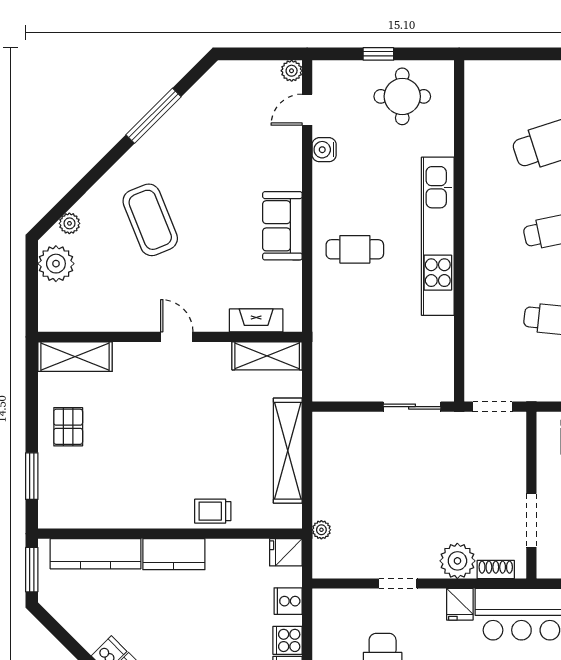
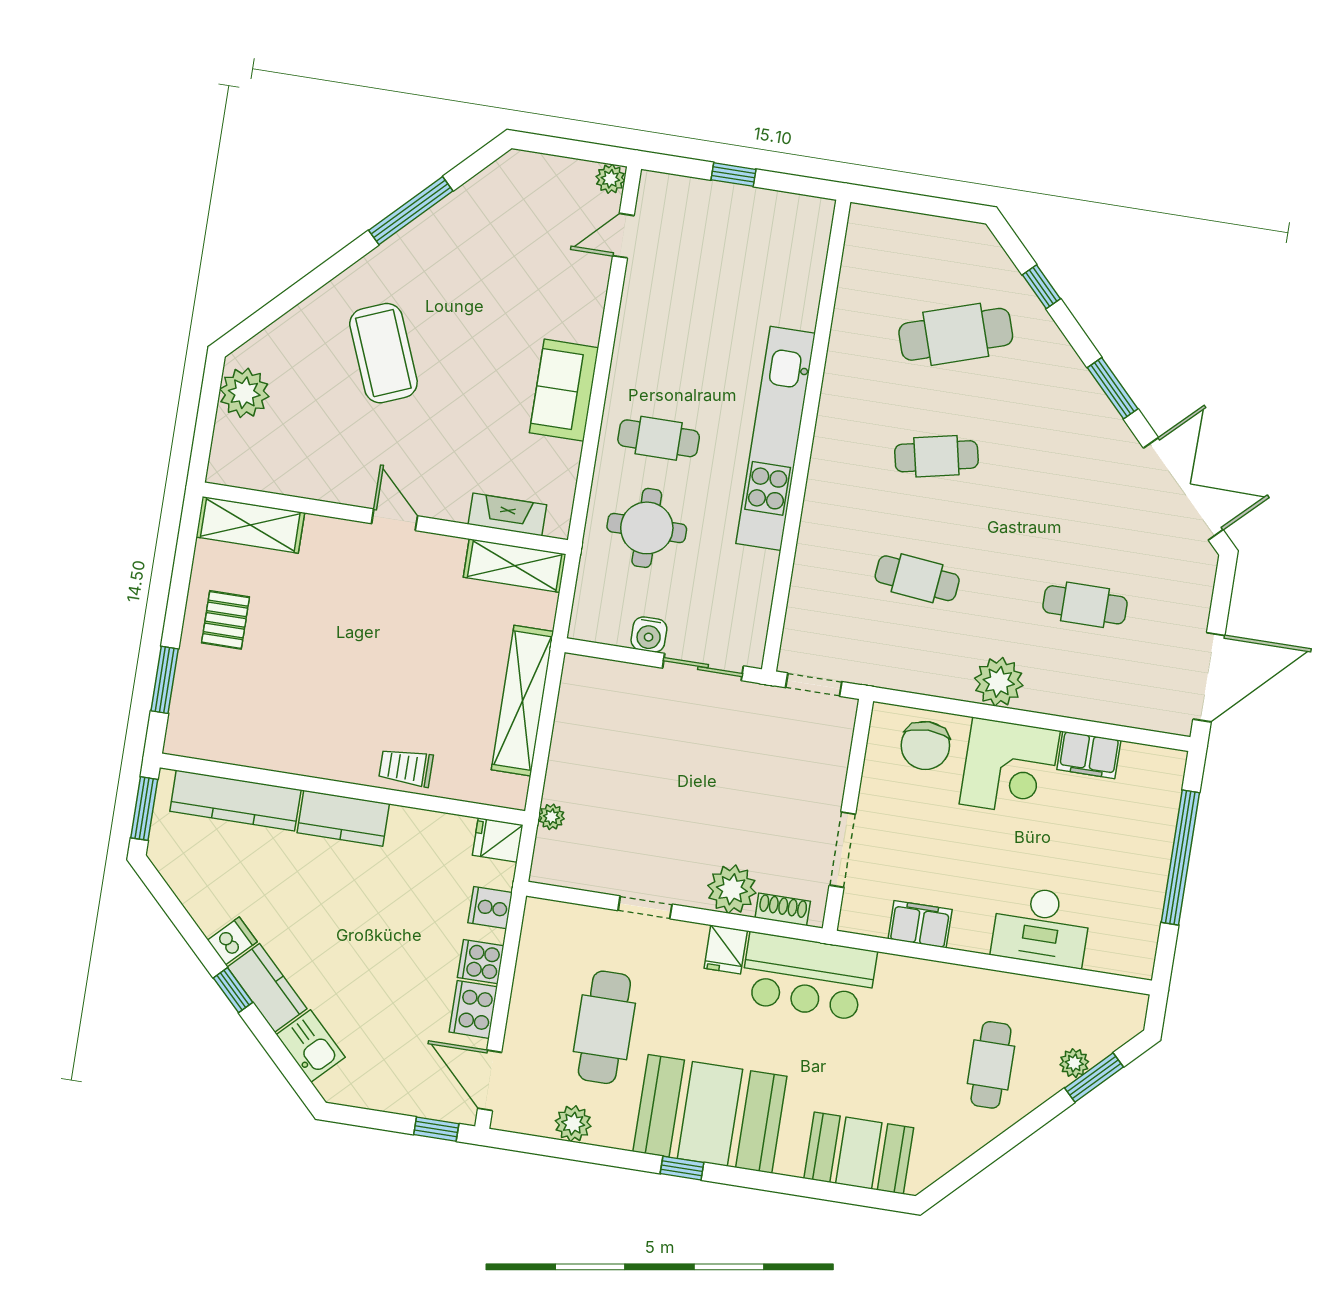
round table: (402, 96) -> (647, 528), moved
water cooler: (324, 150) -> (649, 634), moved, turned -90
plant: (69, 223) -> (272, 340), removed

